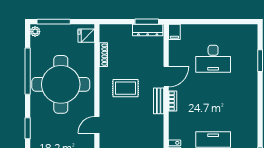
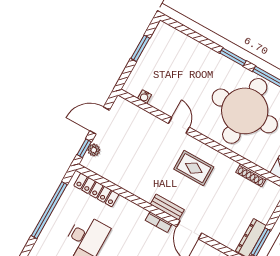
rug: (125, 88) -> (194, 168), moved, turned 90
window: (28, 128) -> (233, 57), moved

